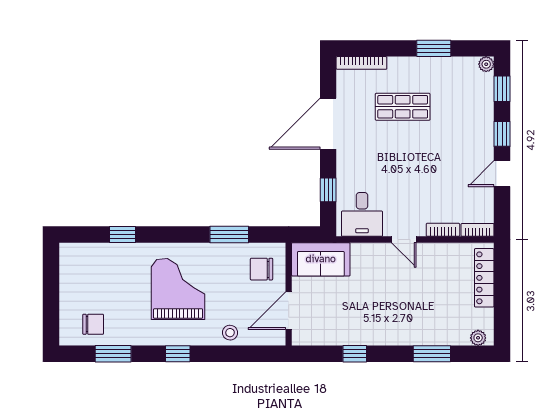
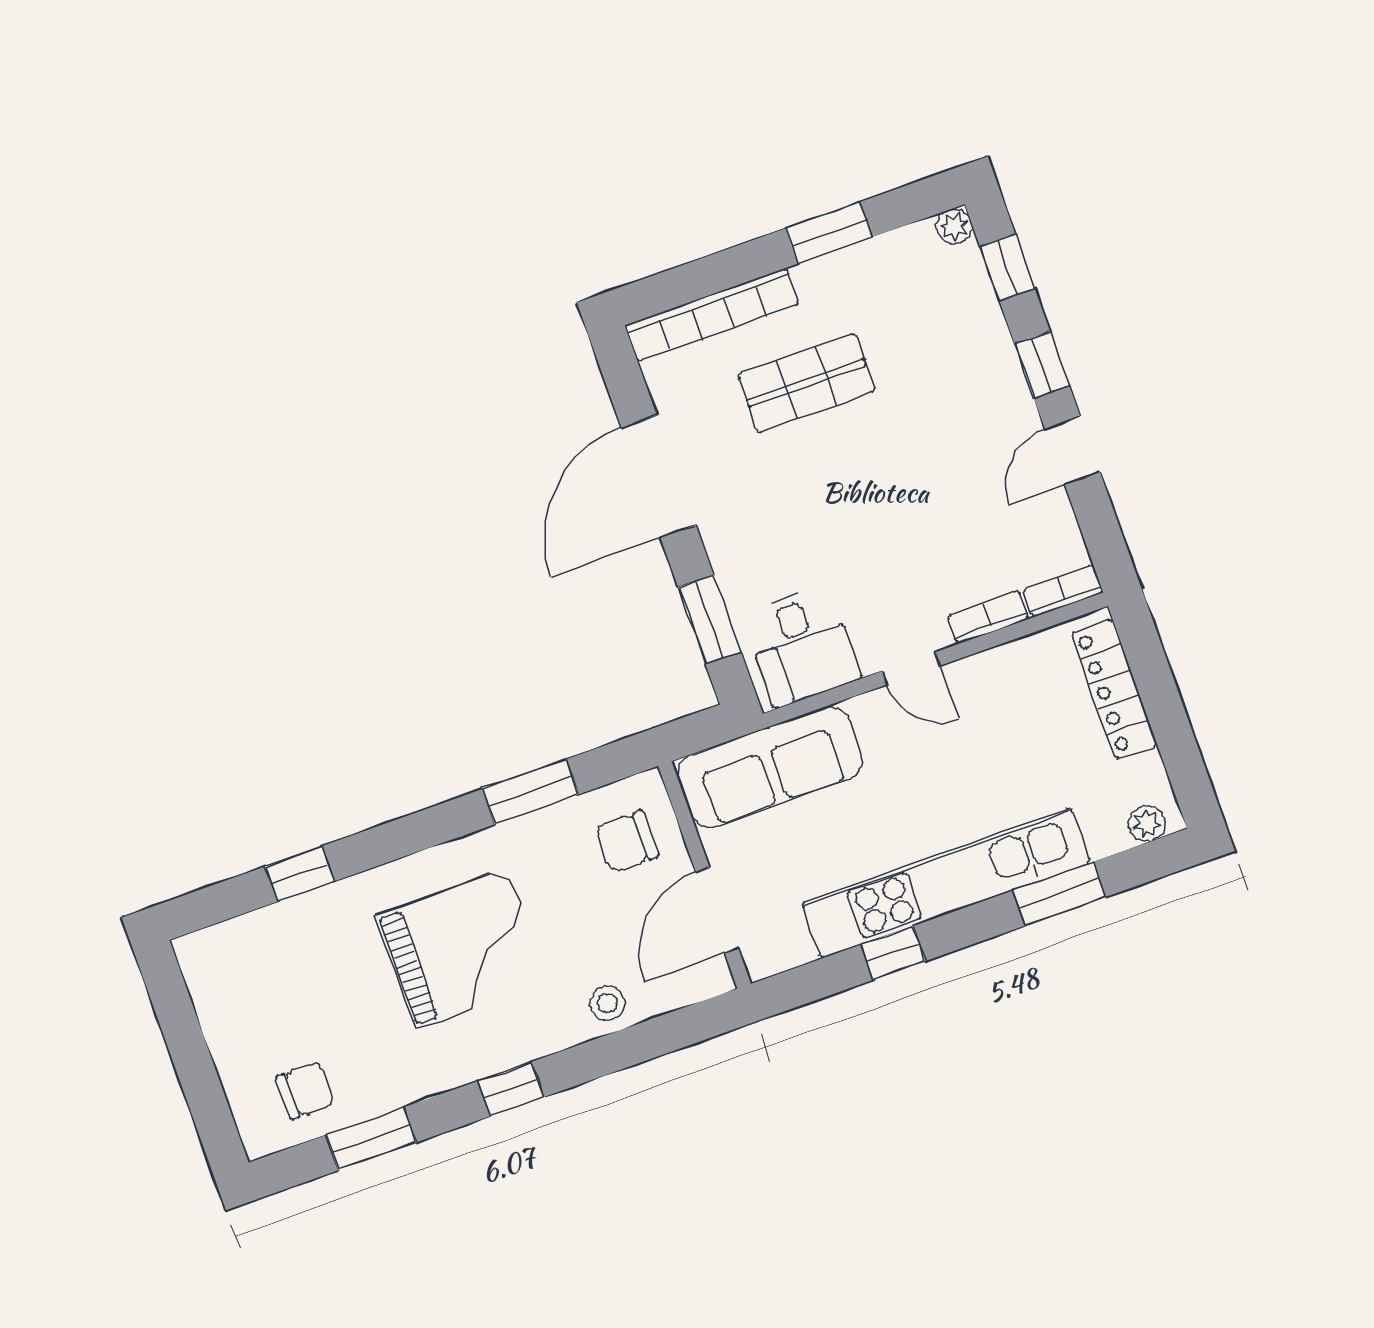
bookcase: (361, 63) -> (712, 315), width x1.48, depth x1.31
window: (328, 190) -> (709, 619), width x1.50
sofa: (321, 259) -> (770, 767), width x1.36
grand piano: (178, 289) -> (462, 949), turned 90
kitchen unit: (387, 333) -> (946, 883), added

